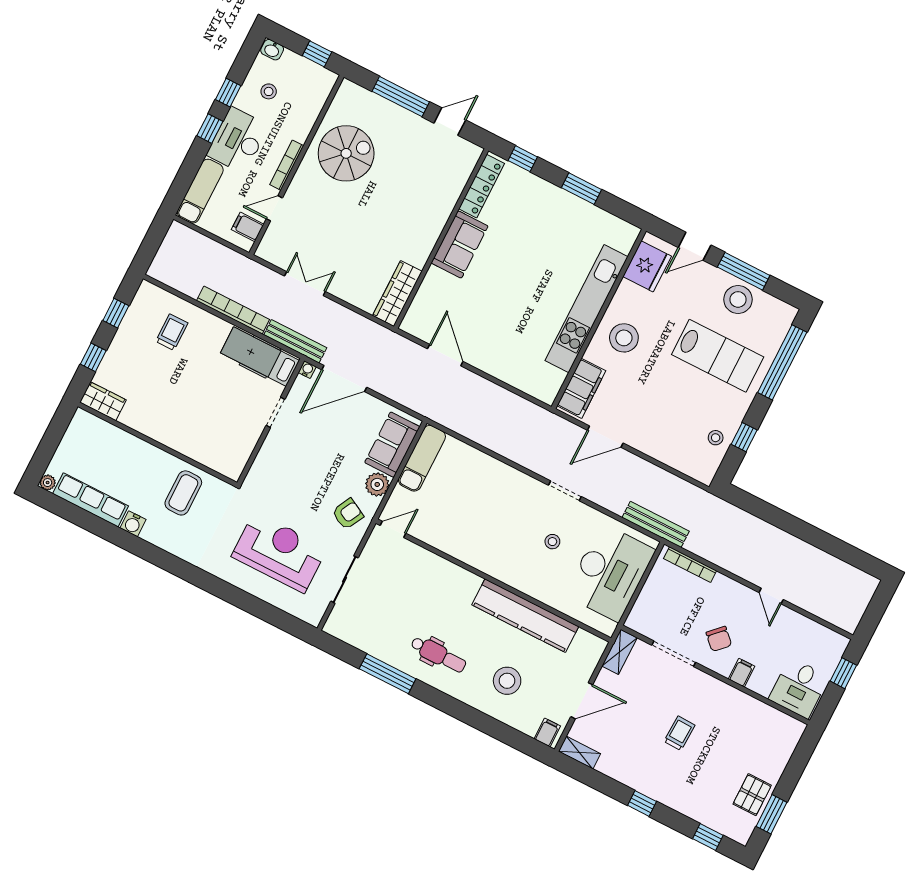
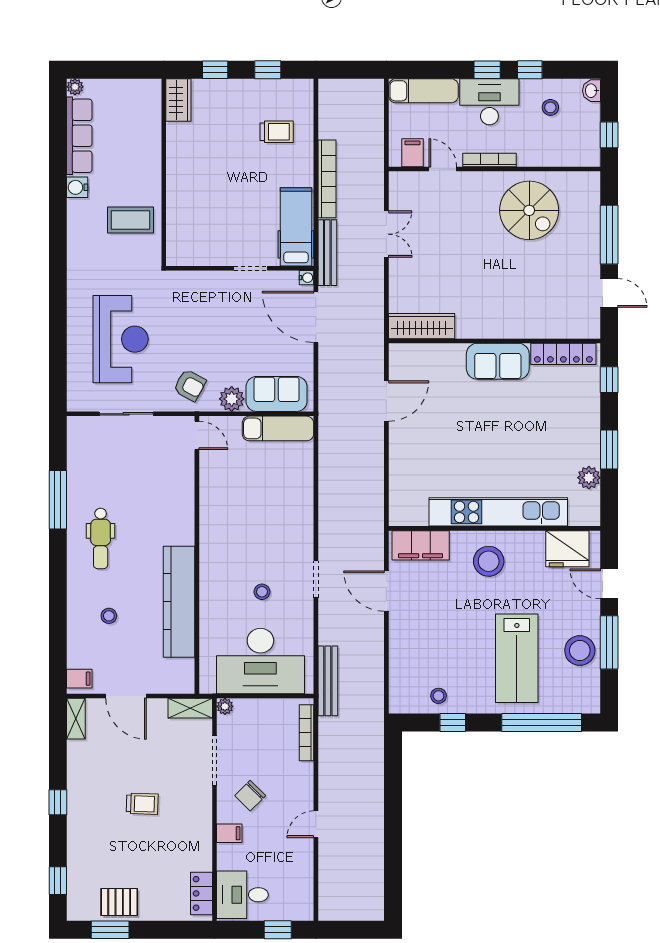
plant: (597, 218) -> (589, 478), added
plant: (633, 622) -> (225, 706), added
stool: (507, 681) -> (109, 616), width x0.53, depth x0.53
locker: (780, 722) -> (201, 893), added

